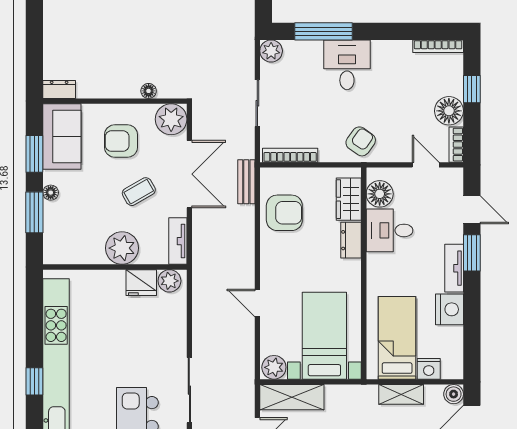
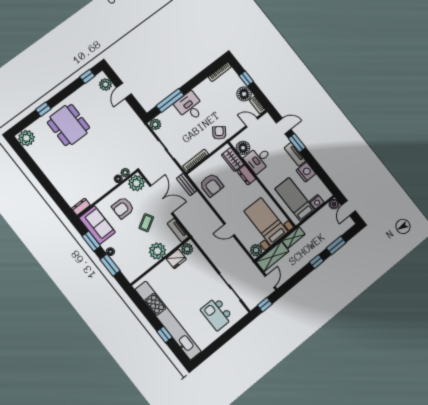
plant: (167, 90) -> (125, 173), added
armchair: (284, 213) -> (212, 185), turned 90
shelving: (401, 394) -> (293, 237), moved

